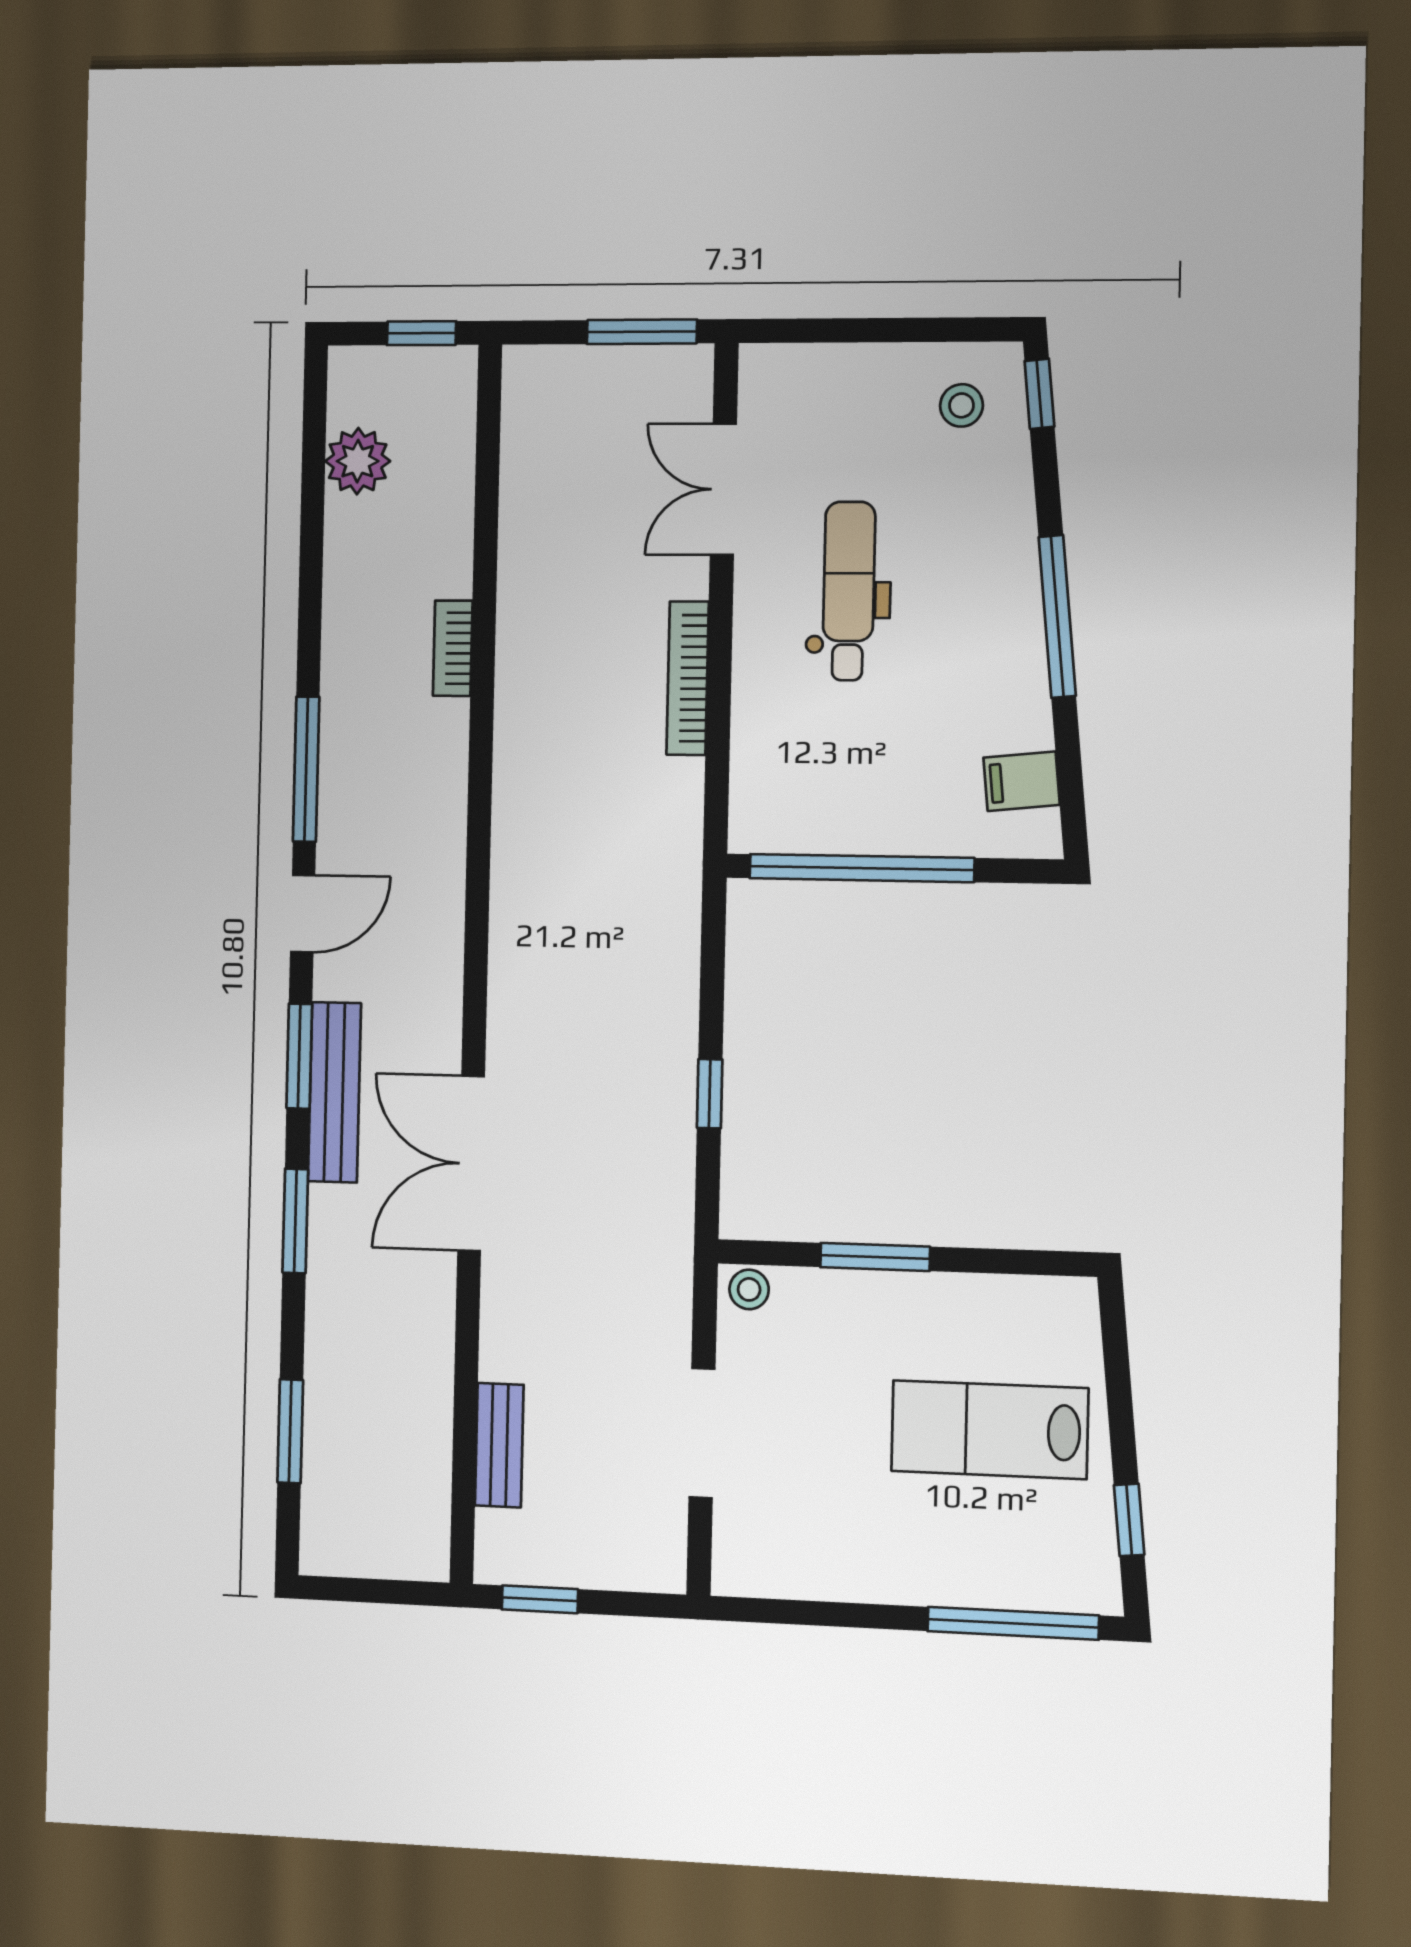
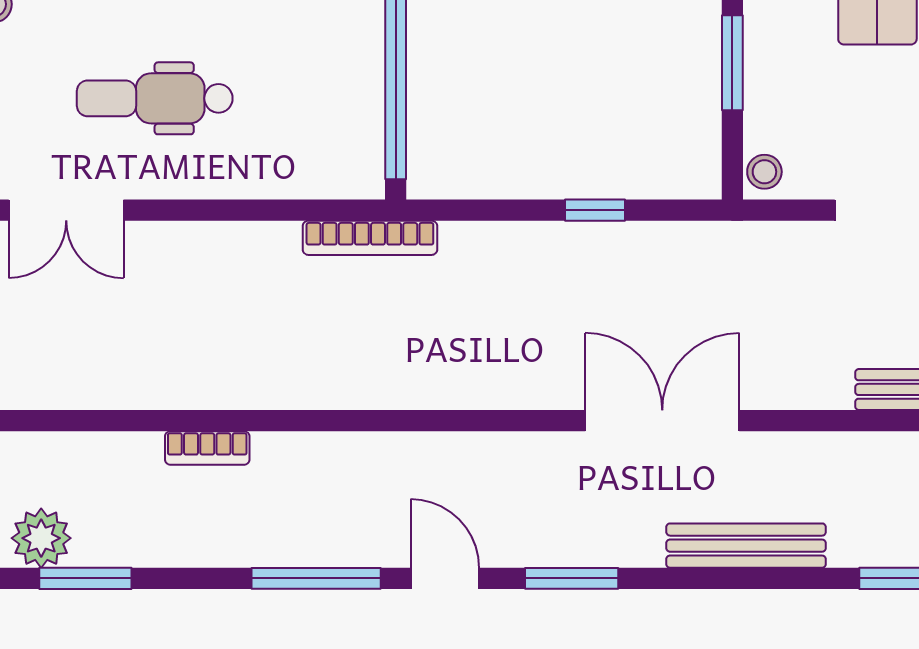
bookcase: (688, 678) -> (370, 238), moved
bench: (334, 1092) -> (746, 546), moved
double door: (471, 1163) -> (662, 421), swing flipped
window: (295, 1221) -> (85, 578), moved

